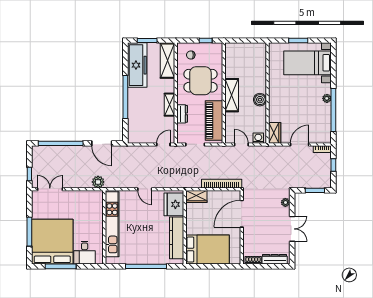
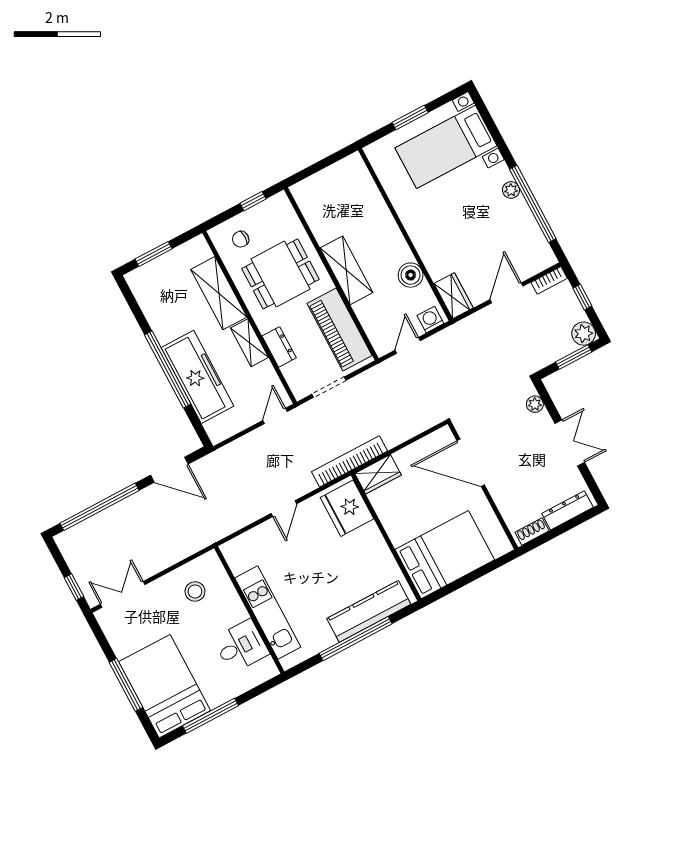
shelving: (168, 61) -> (219, 293), moved
freezer: (137, 65) -> (197, 377), moved
boiler: (260, 100) -> (411, 275), moved
door: (241, 144) -> (408, 345), hinge flipped
plant: (98, 182) -> (584, 334), moved
bookcase: (222, 184) -> (350, 461), moved
door: (145, 189) -> (284, 509), hinge flipped
stool: (84, 206) -> (195, 591), added
door: (242, 214) -> (471, 463), hinge flipped
kitchen unit: (112, 224) -> (268, 612), width x0.73
kitchen counter: (177, 238) -> (369, 611), moved, turned 90
bed: (52, 242) -> (165, 686), width x0.73
desk: (85, 253) -> (241, 646), moved, turned -90

